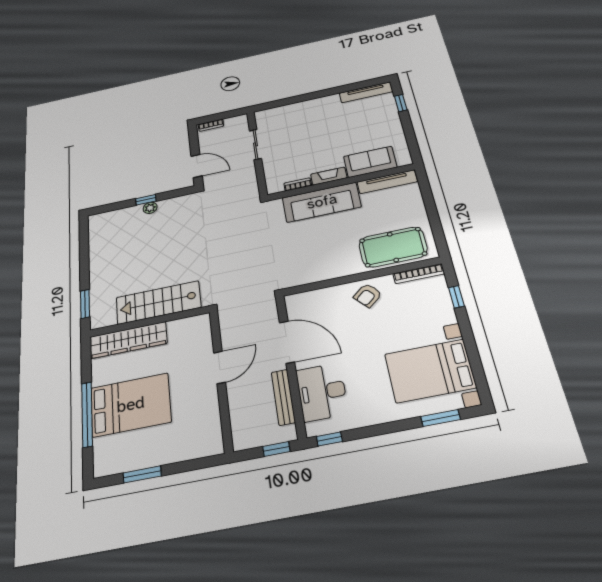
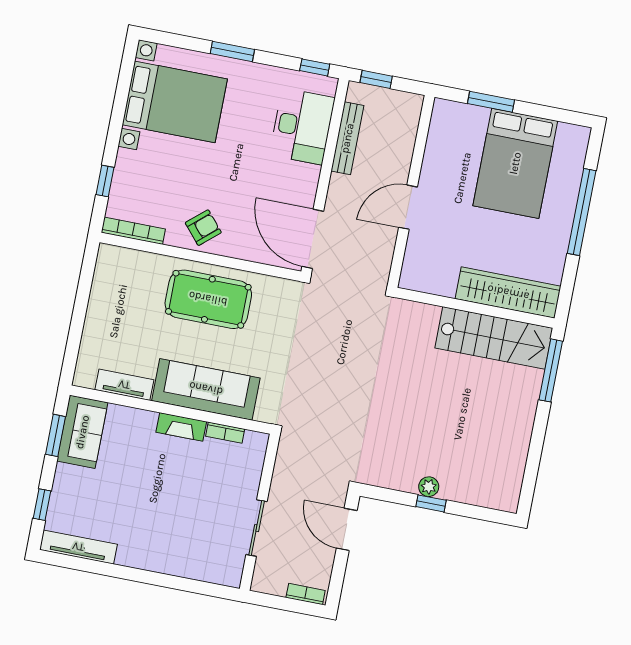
window: (411, 140) -> (55, 435), added
sofa: (370, 162) -> (82, 432), moved, turned -90
tv unit: (387, 182) -> (124, 385), width x0.71
pool table: (393, 247) -> (208, 299), moved
stairs: (158, 302) -> (494, 338), moved
window: (85, 304) -> (551, 370), width x1.44
door: (287, 342) -> (313, 239), moved
bed: (131, 405) -> (515, 163), moved, turned -90
window: (440, 418) -> (232, 51), moved
window: (142, 474) -> (491, 102), moved

